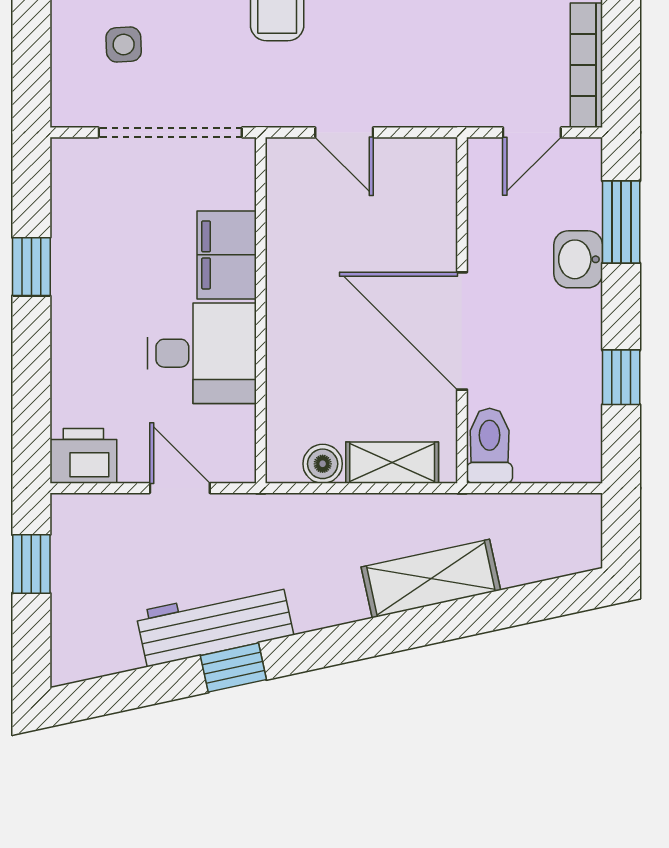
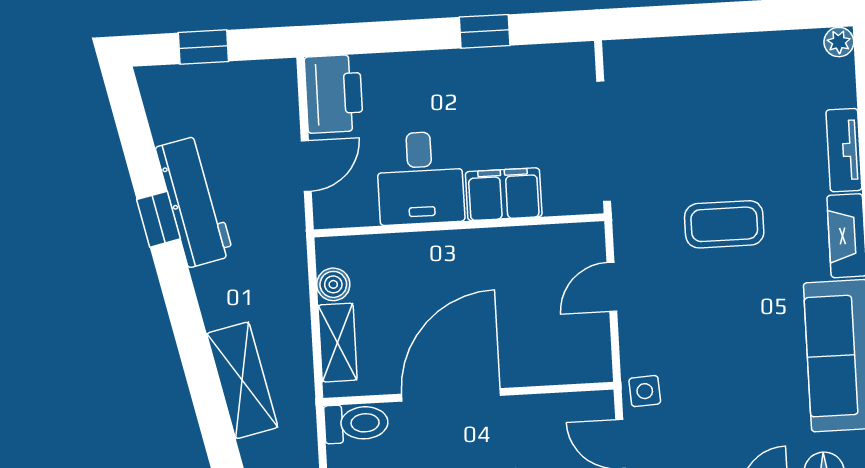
side table: (124, 45) -> (645, 391), moved
printer: (83, 456) -> (334, 94), width x1.37, depth x1.19
window: (31, 564) -> (203, 47), moved

